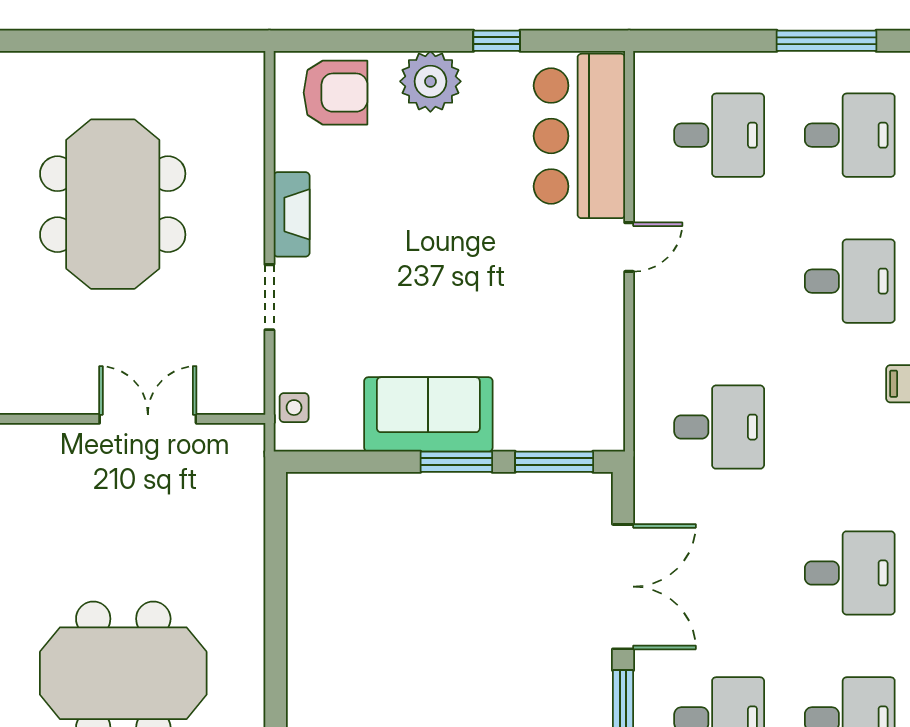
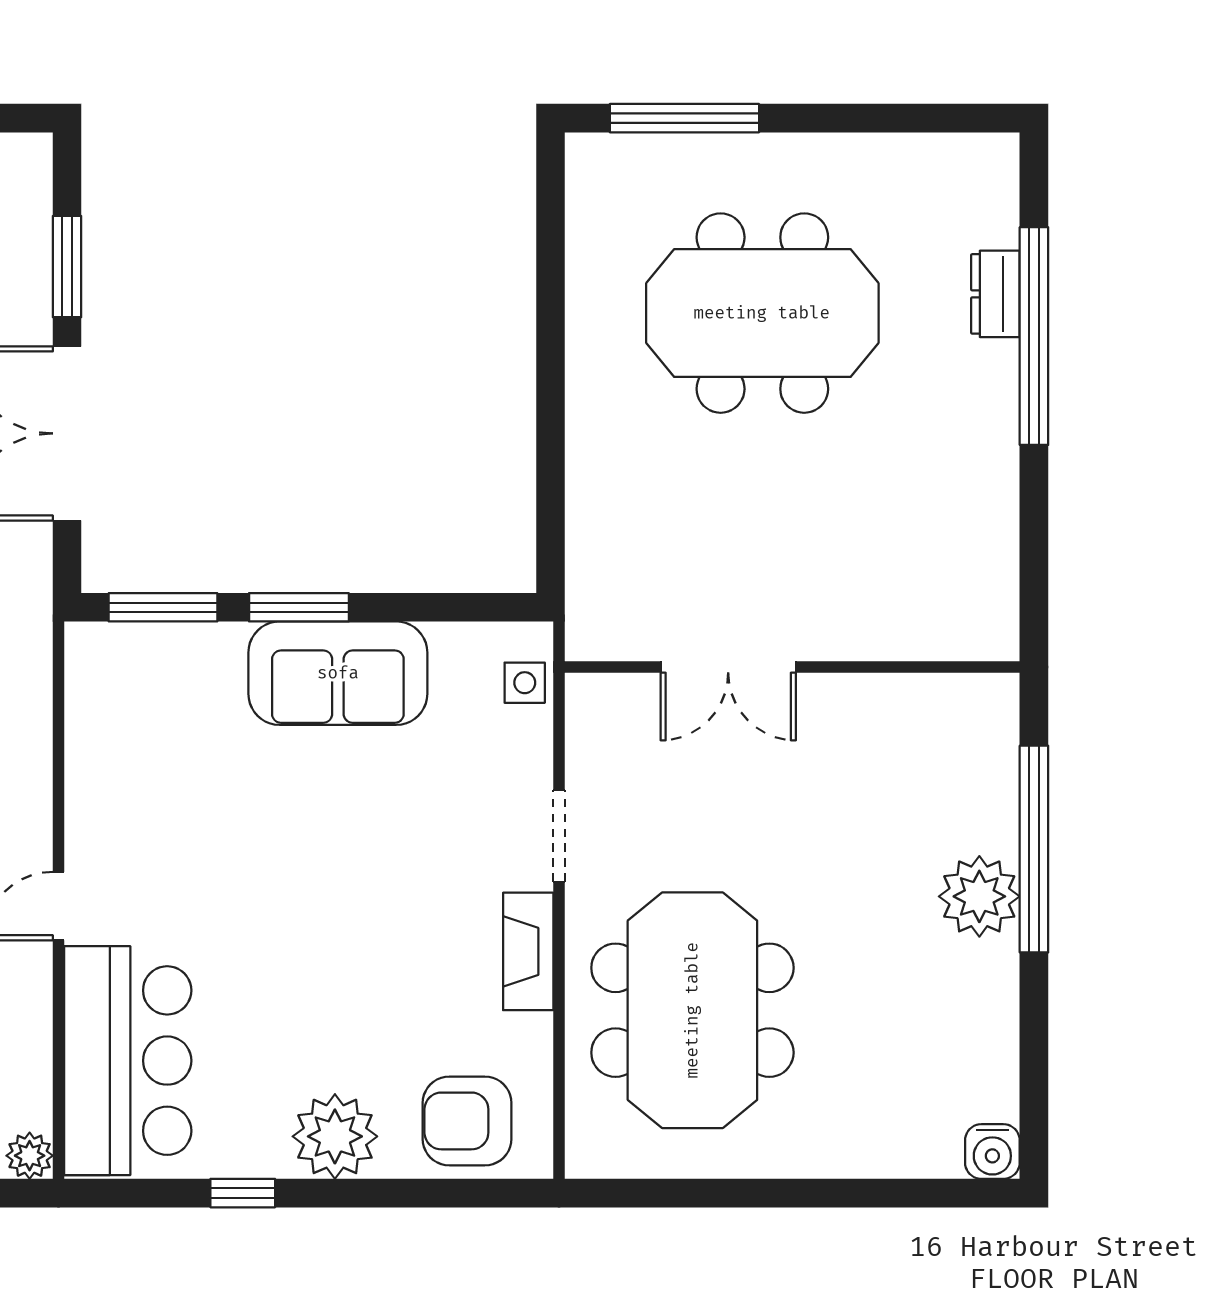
plant: (650, 68) -> (30, 1156), added
meeting table: (113, 204) -> (692, 1010), moved

